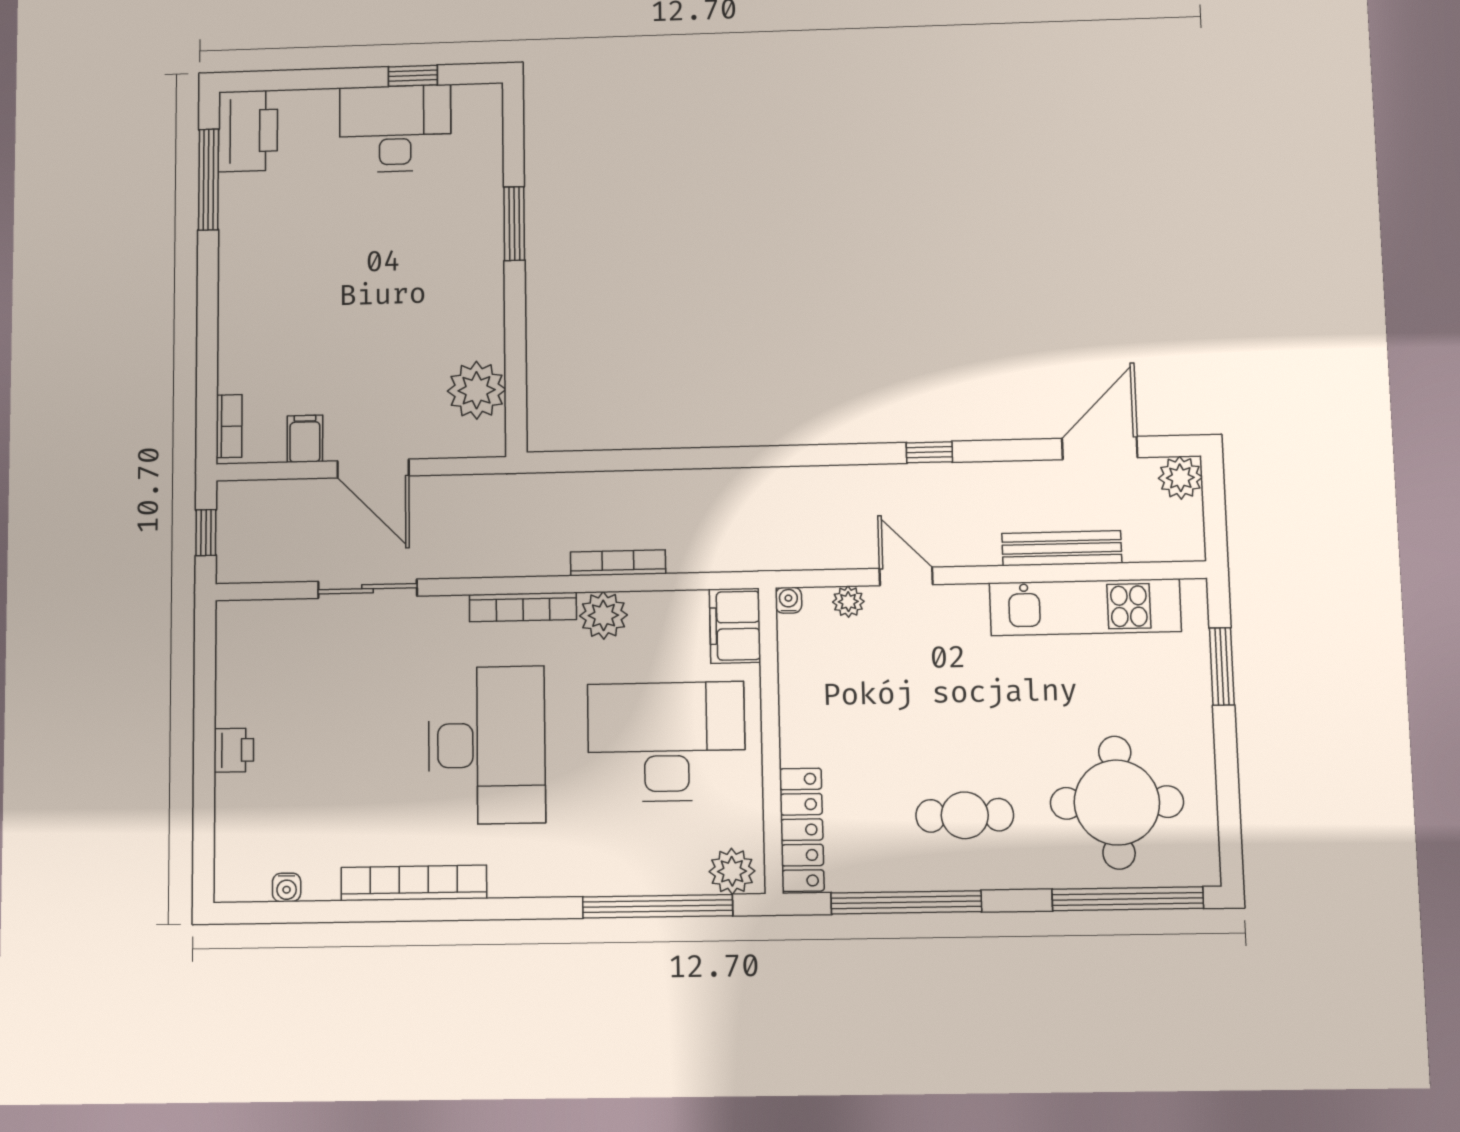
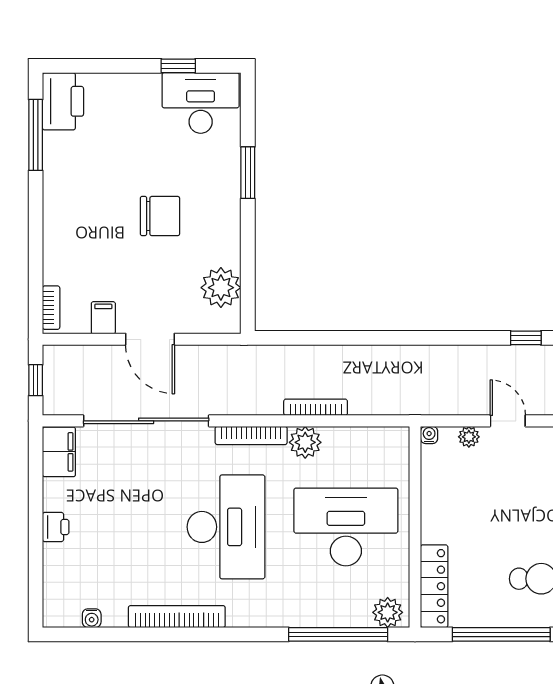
desk: (395, 129) -> (201, 103), moved
chair: (387, 289) -> (160, 216), added
sliding door: (368, 589) -> (146, 421), width x1.86
filing cabinet: (735, 626) -> (59, 452), moved, turned 180

